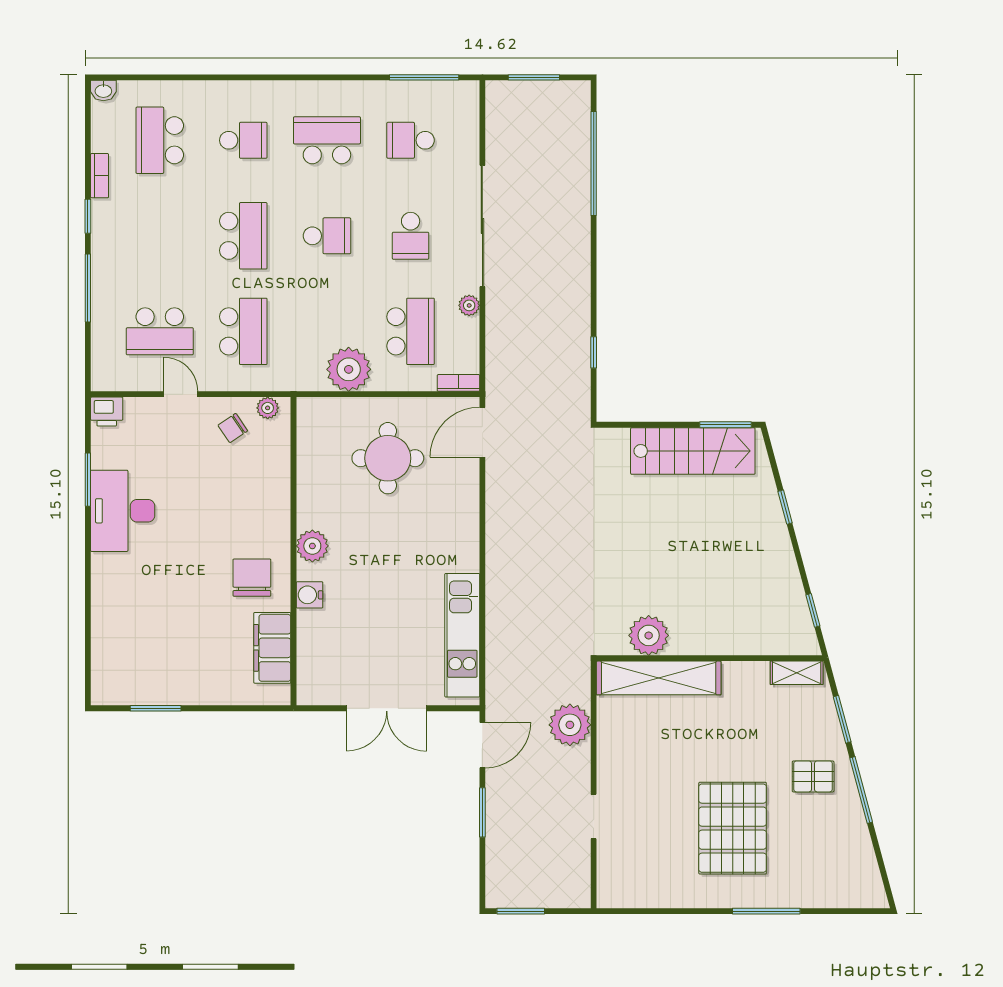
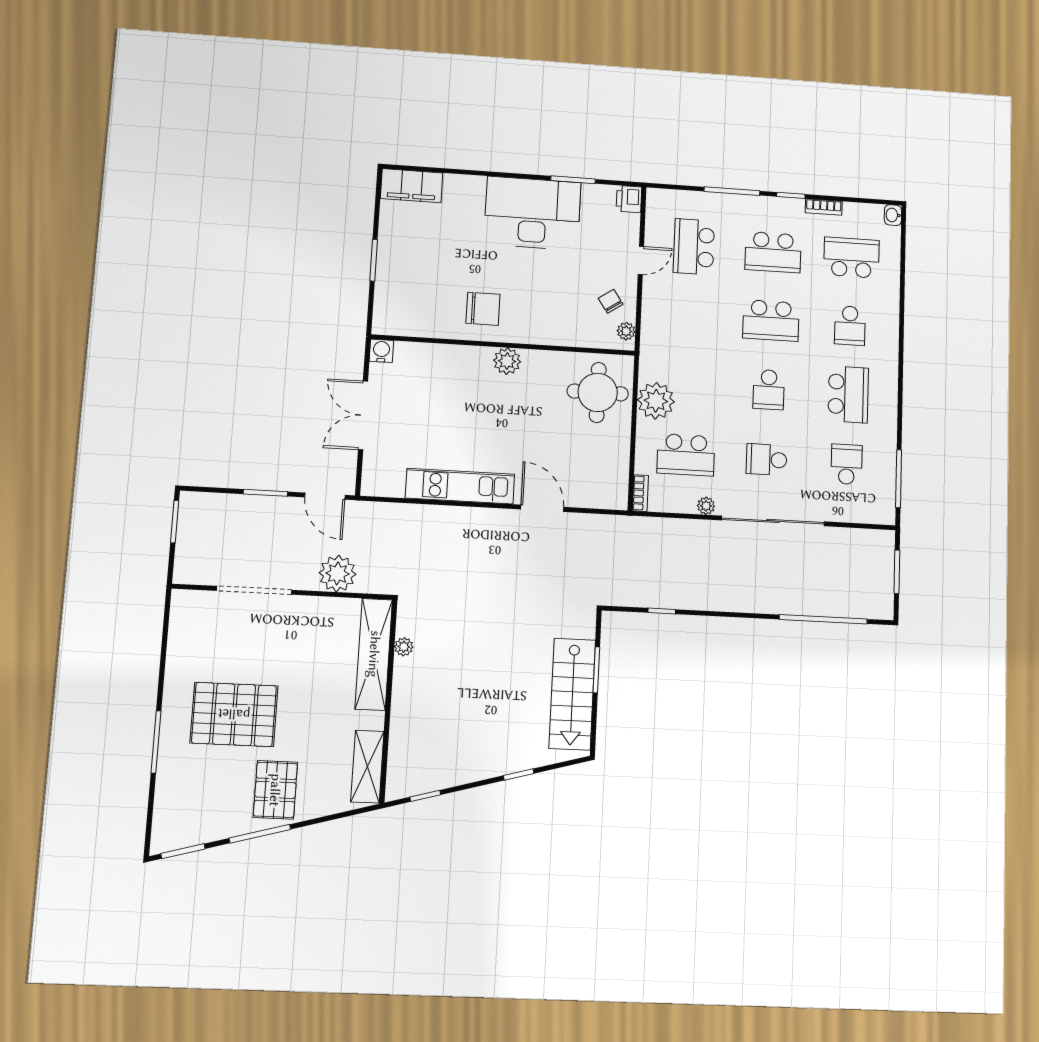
school desk: (243, 331) -> (773, 252), moved
window: (726, 425) -> (596, 670), moved
door: (482, 432) -> (542, 508), moved
round table: (388, 458) -> (598, 392), moved
desk: (123, 511) -> (532, 213), width x1.36, depth x1.30
water cooler: (309, 595) -> (381, 351), moved
kitchen unit: (462, 635) -> (460, 486), moved
plant: (649, 635) -> (404, 647), width x0.53, depth x0.53
filing cabinet: (272, 648) -> (412, 186), moved, turned 180
shelving: (797, 673) -> (367, 767), width x1.50, depth x1.33
window: (156, 708) -> (374, 260), moved
window: (842, 719) -> (183, 851), moved
pallet: (813, 776) -> (275, 790), width x1.50, depth x1.42
doorway: (594, 816) -> (254, 590), width x1.88

